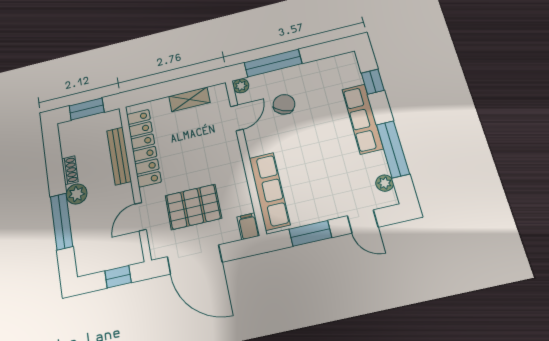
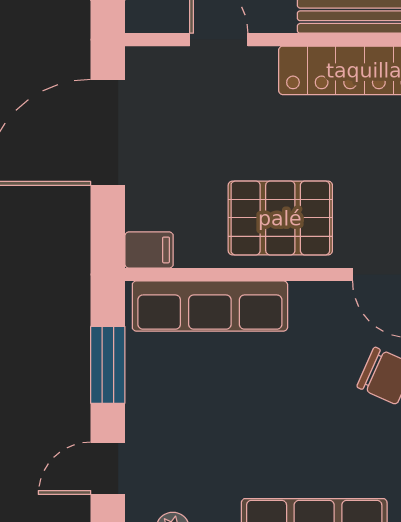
pallet: (193, 207) -> (280, 218), moved, turned 90

